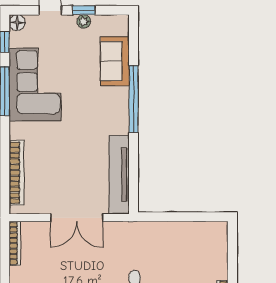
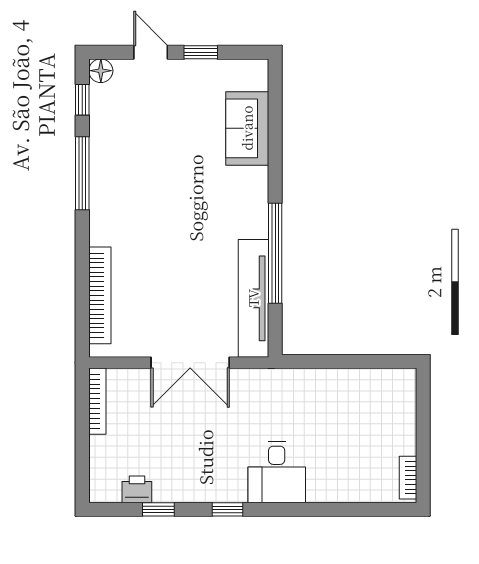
plant: (84, 21) -> (201, 69), removed
corner sofa: (35, 85) -> (128, 163), removed
window: (134, 99) -> (275, 253), moved

